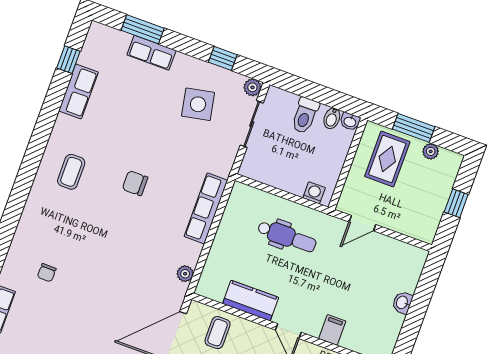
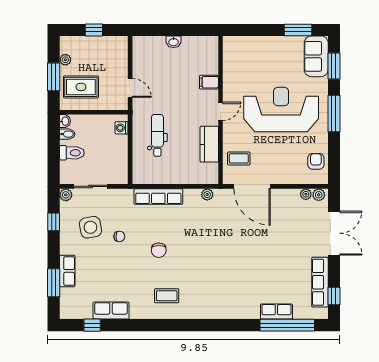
chair: (47, 273) -> (119, 236), moved

